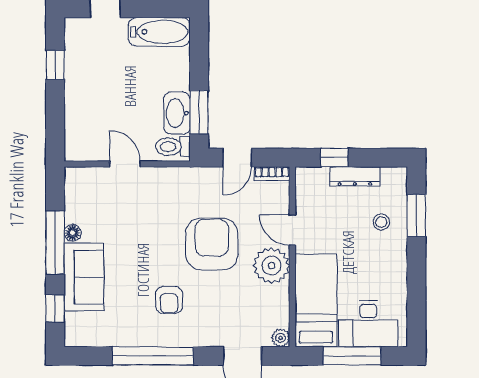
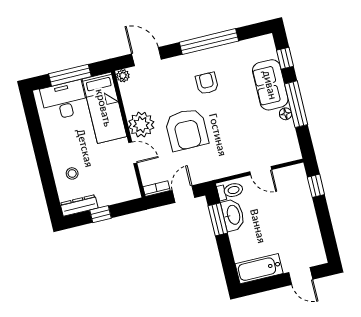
window: (55, 65) -> (316, 186), moved
window: (334, 158) -> (100, 214), moved
dresser: (355, 176) -> (79, 205), moved
window: (416, 215) -> (49, 184), removed

